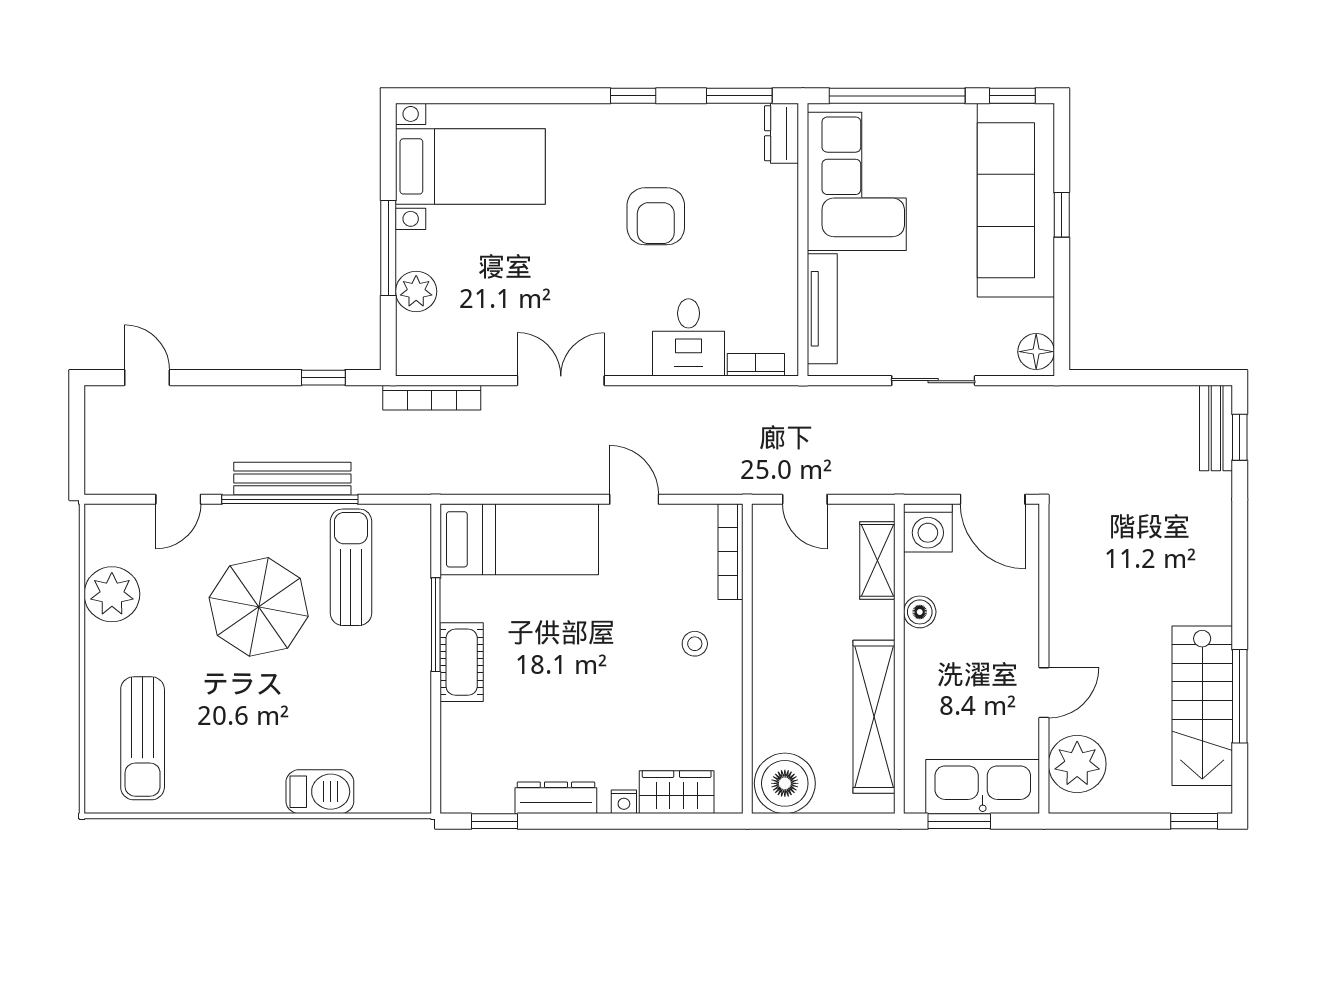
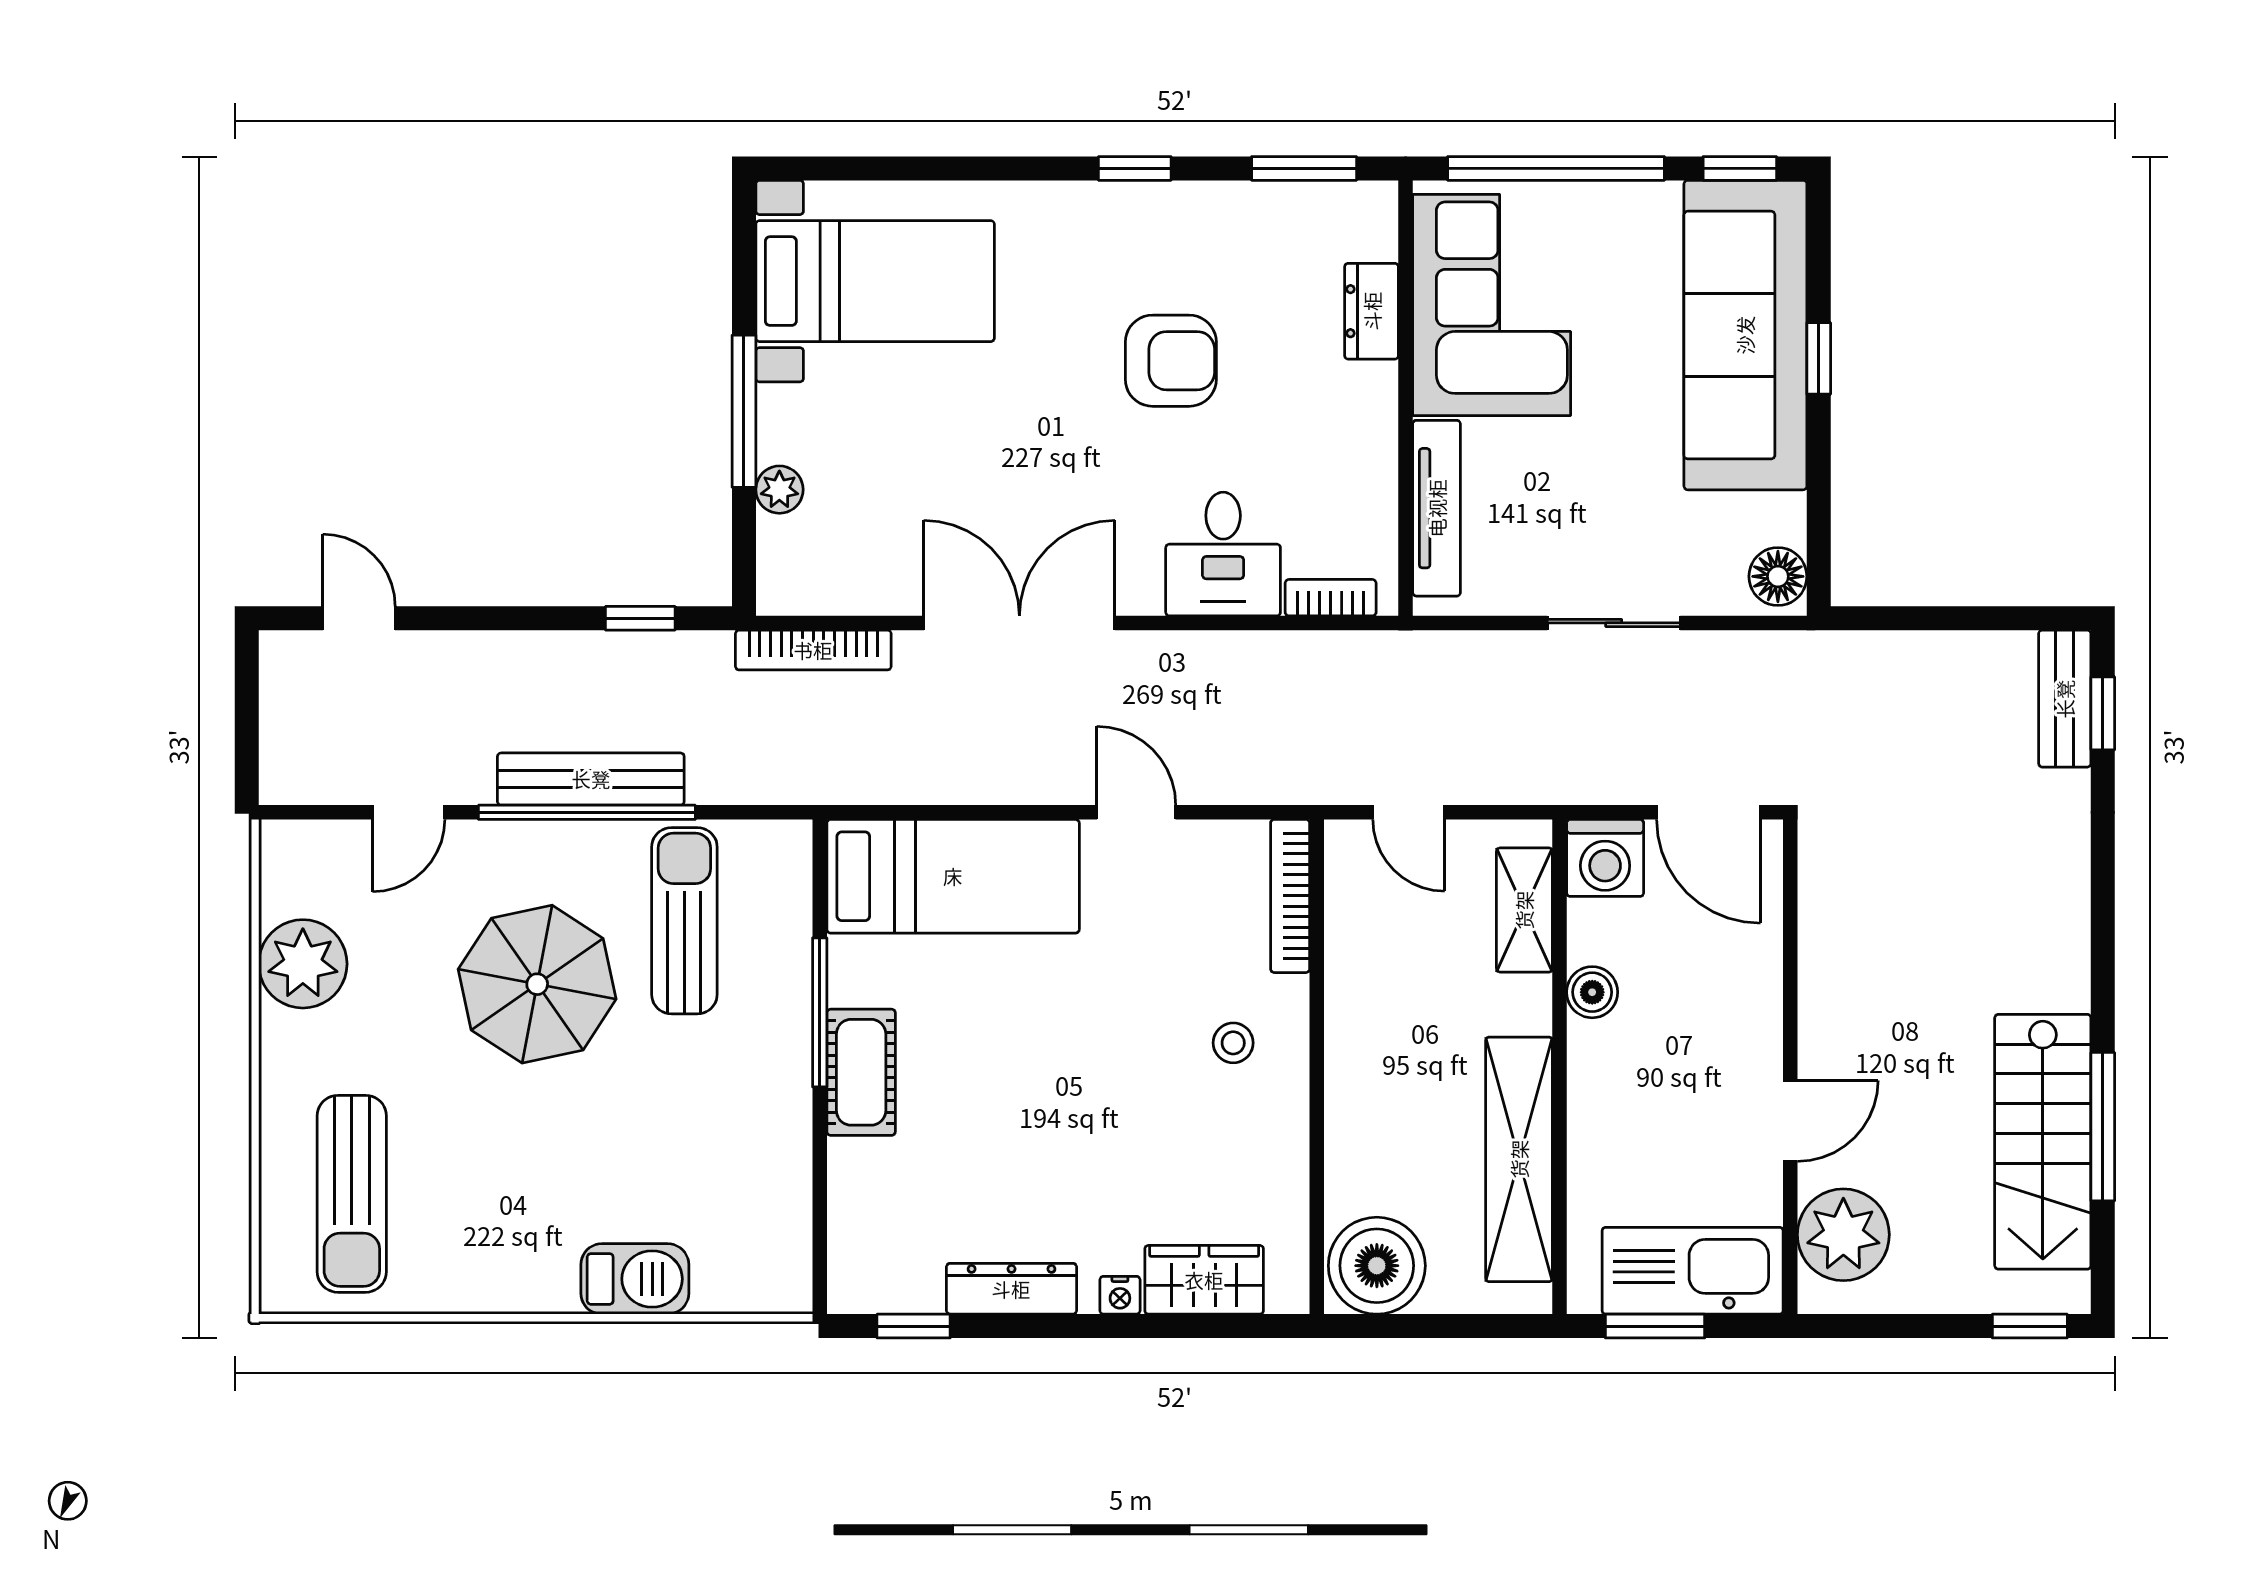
dresser: (782, 133) -> (1372, 311), moved
armchair: (656, 216) -> (1171, 361), turned -90
plant: (416, 291) -> (779, 490), width x0.73, depth x0.73
double door: (561, 381) -> (1019, 623), width x1.37

